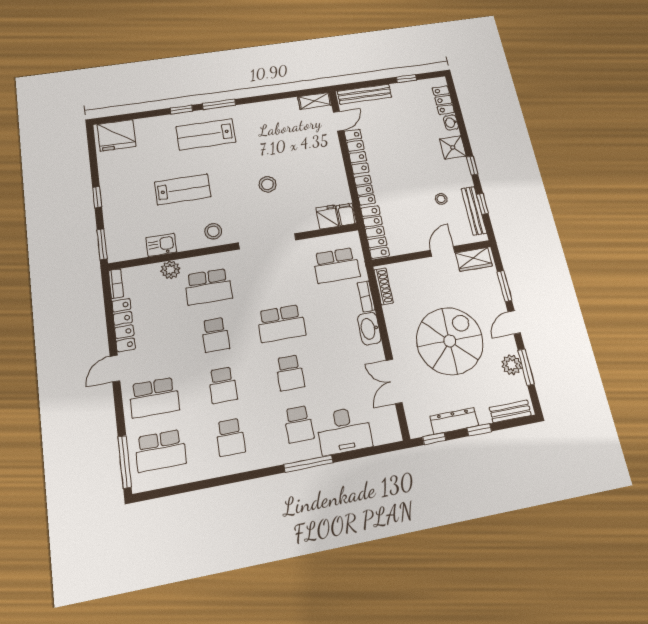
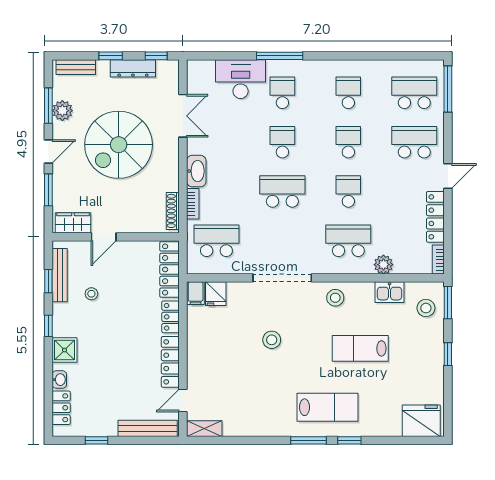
stool: (123, 236) -> (426, 308), added

